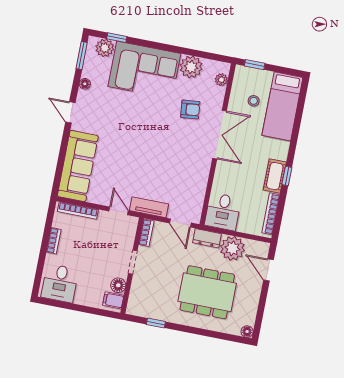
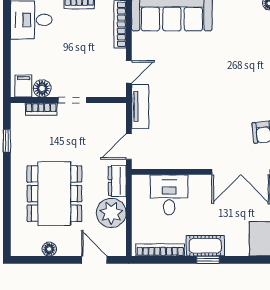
desk: (223, 212) -> (169, 195), moved, turned 90
bookcase: (146, 233) -> (41, 109), moved
door: (268, 270) -> (94, 260), hinge flipped
floor lamp: (247, 332) -> (49, 249), moved

